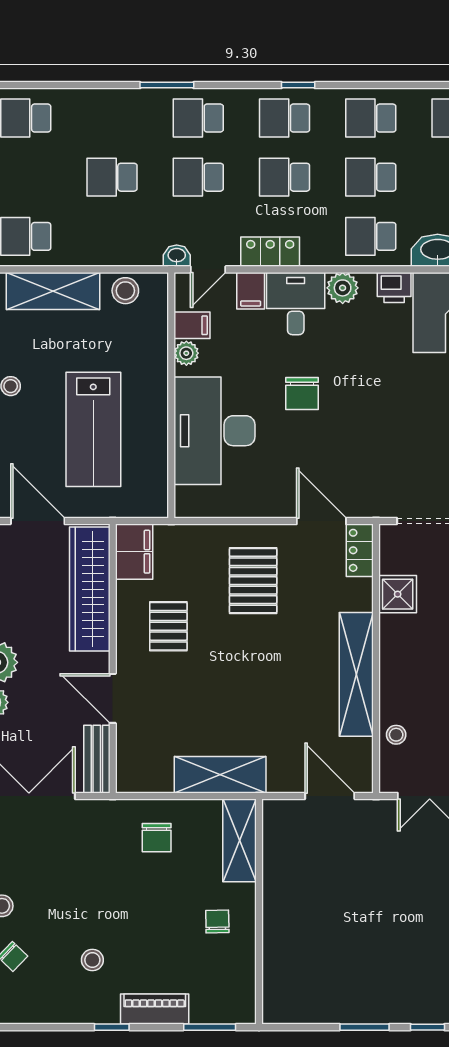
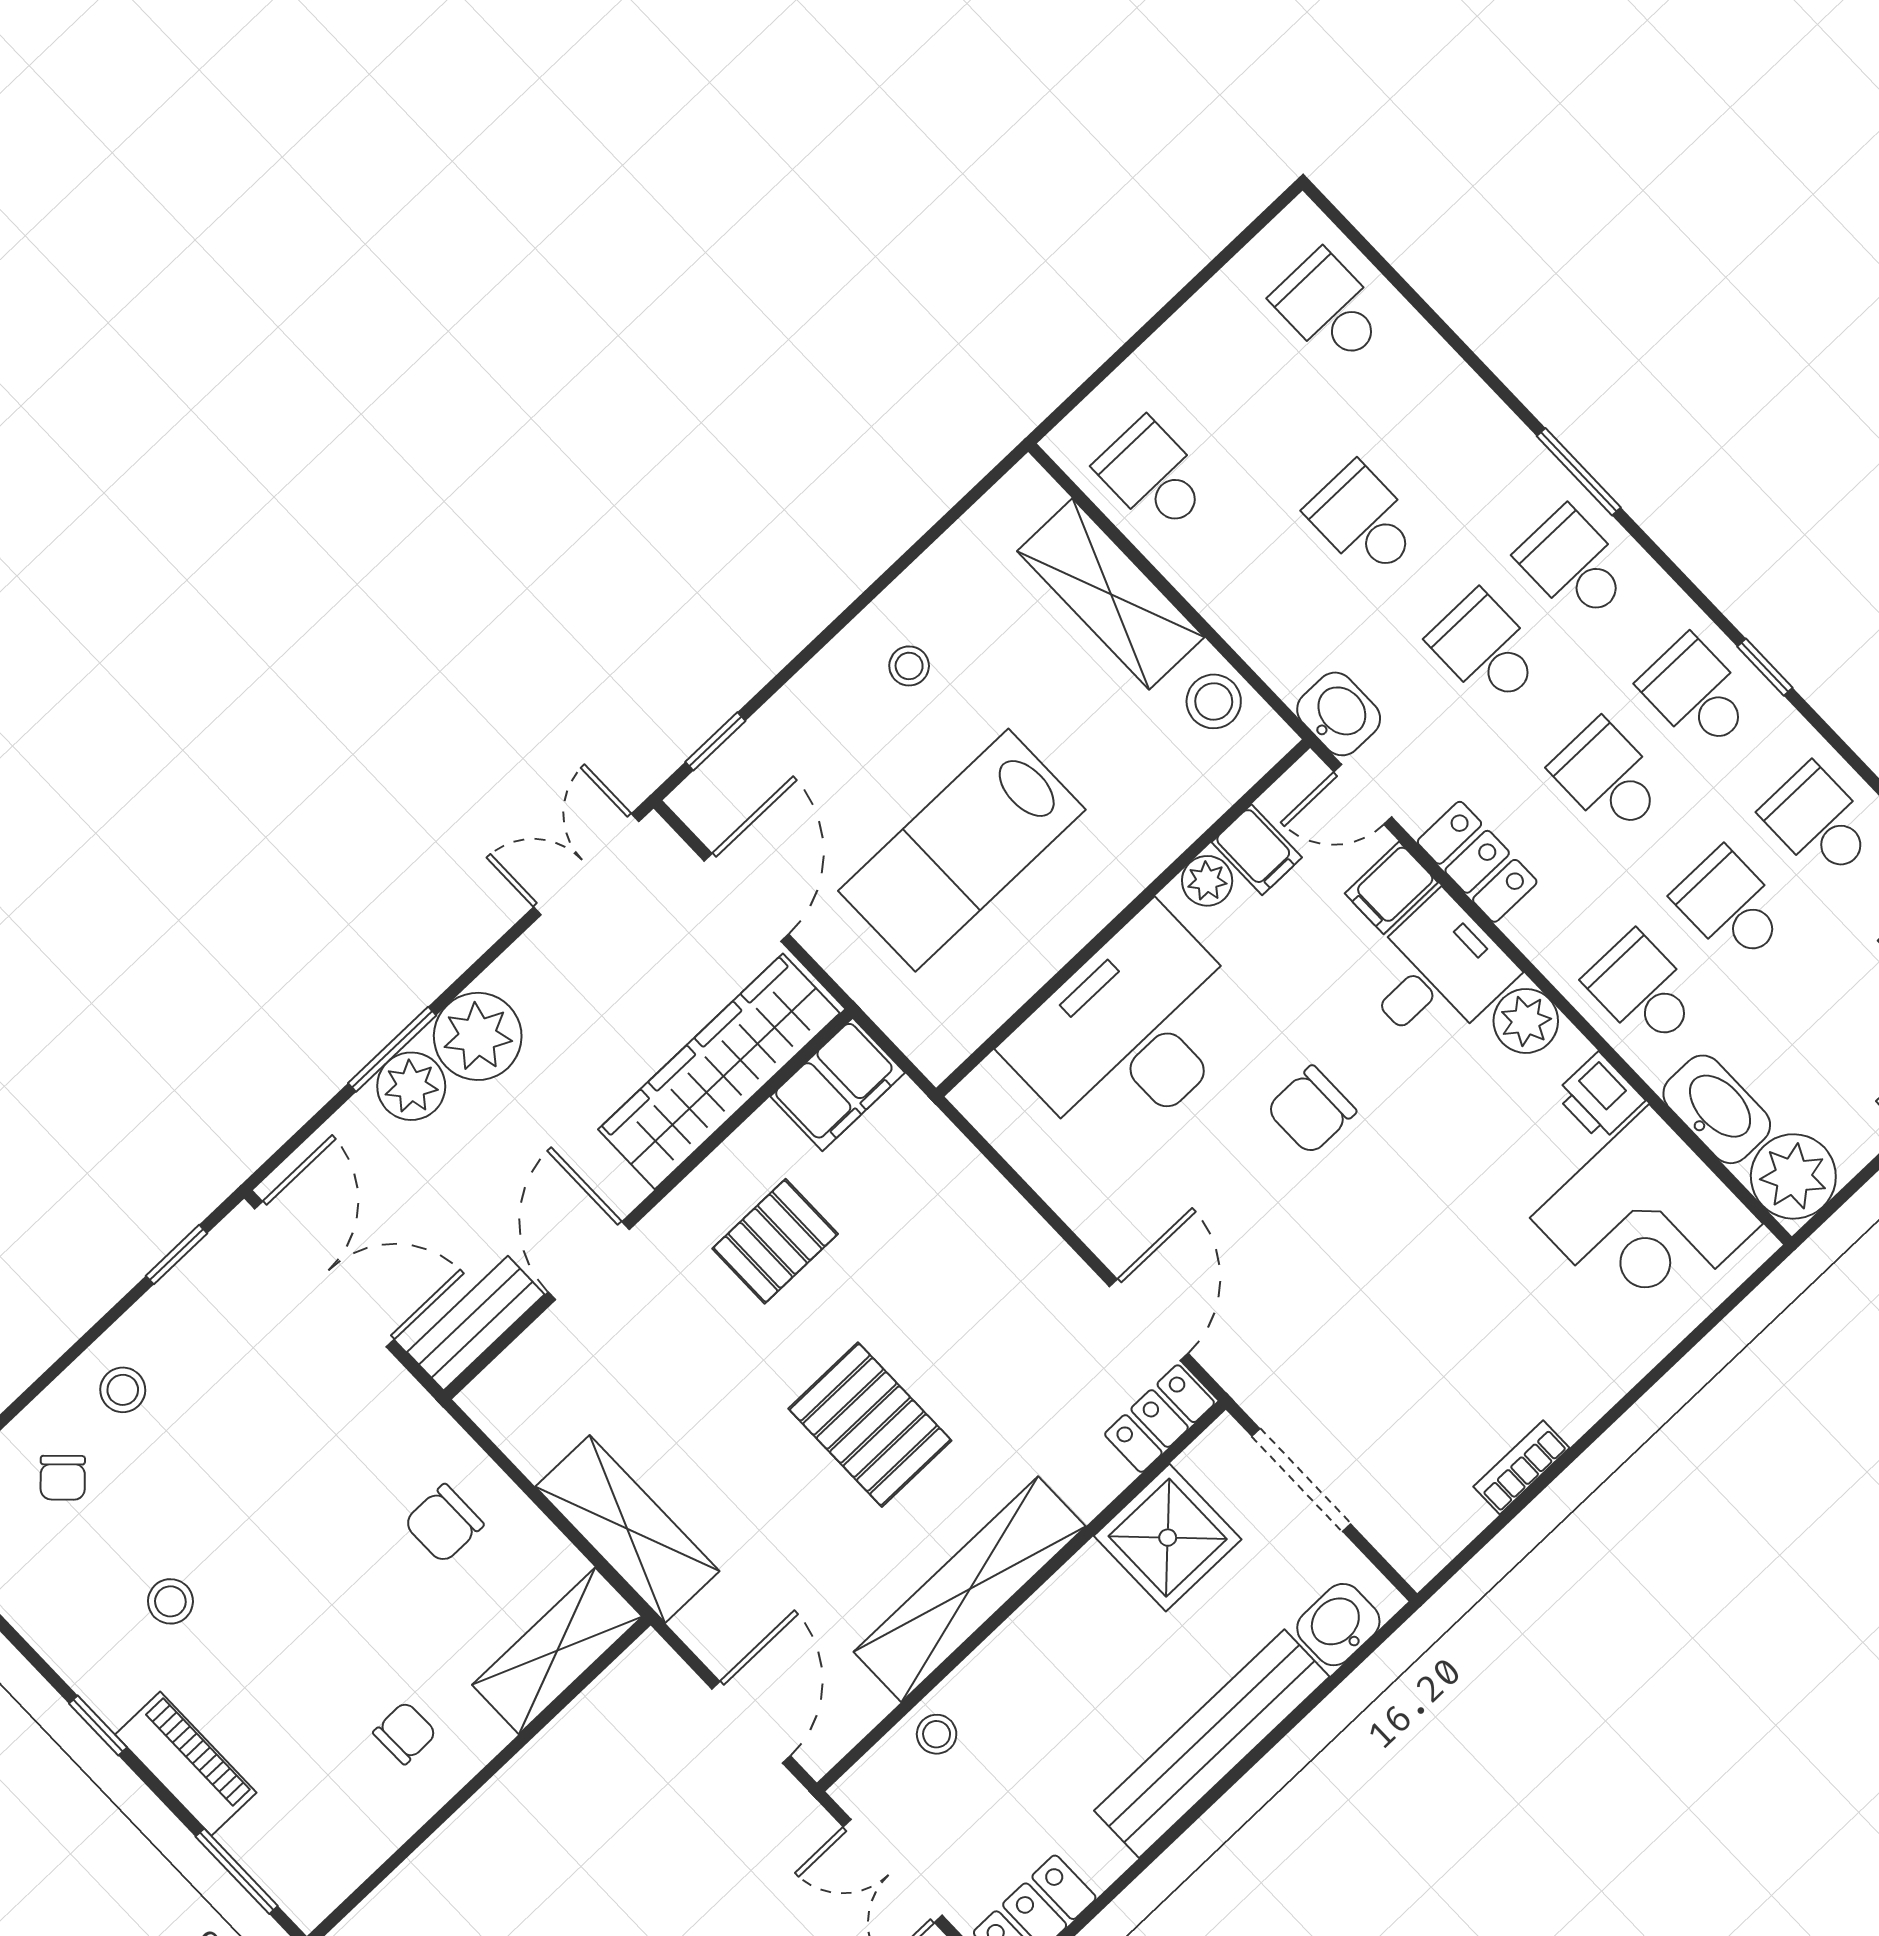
washbasin: (177, 256) -> (1339, 714), width x1.38, depth x1.45
pallet: (253, 581) -> (870, 1425), moved, turned 90
shower: (398, 594) -> (1168, 1538), width x1.36, depth x1.36

